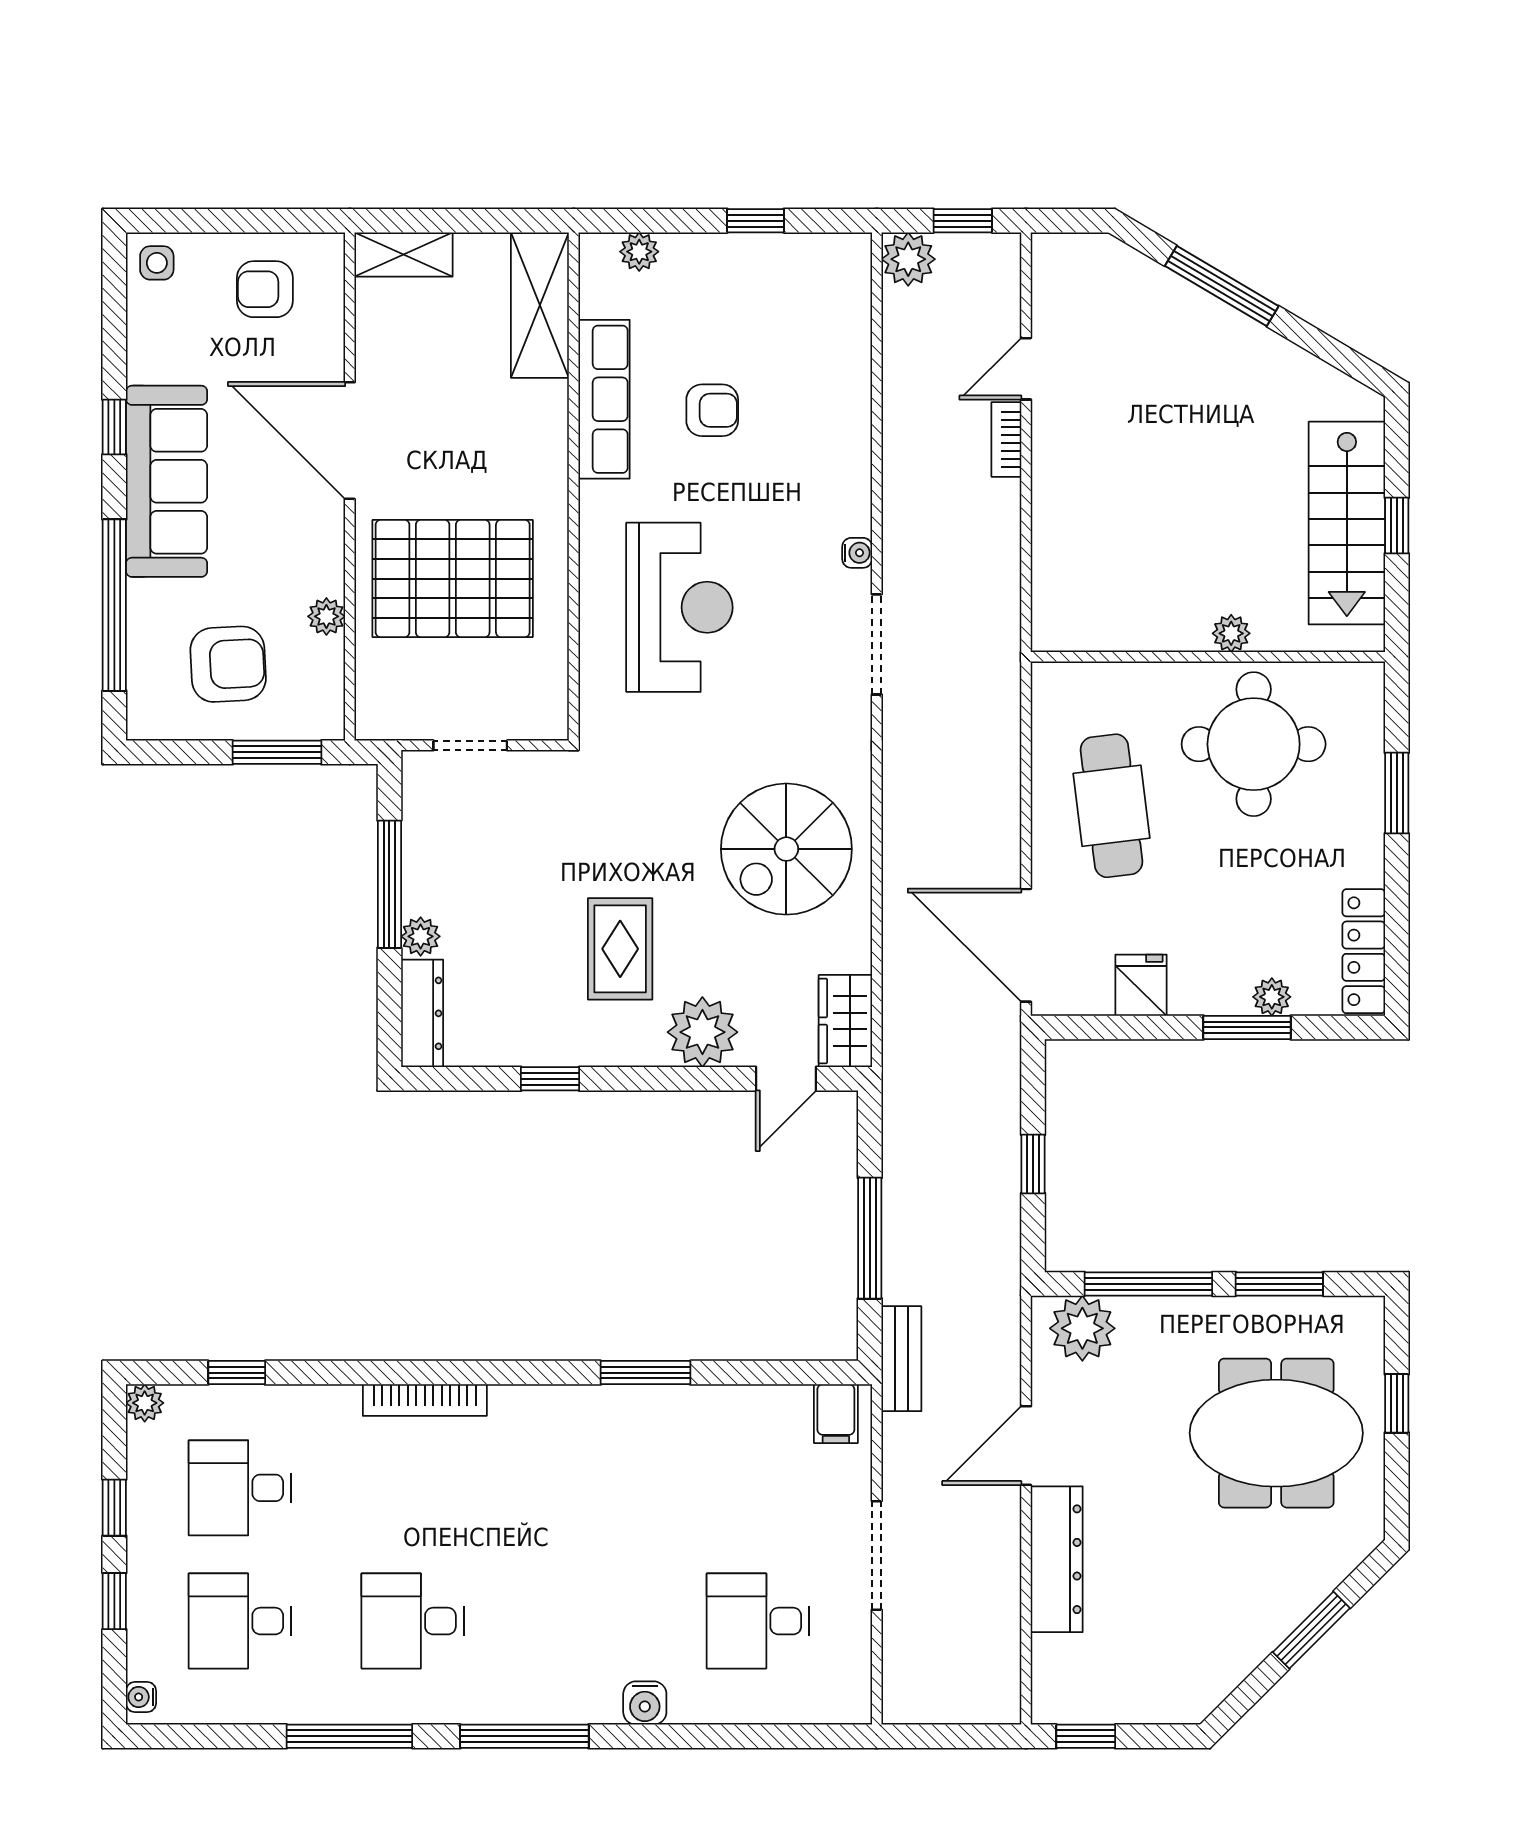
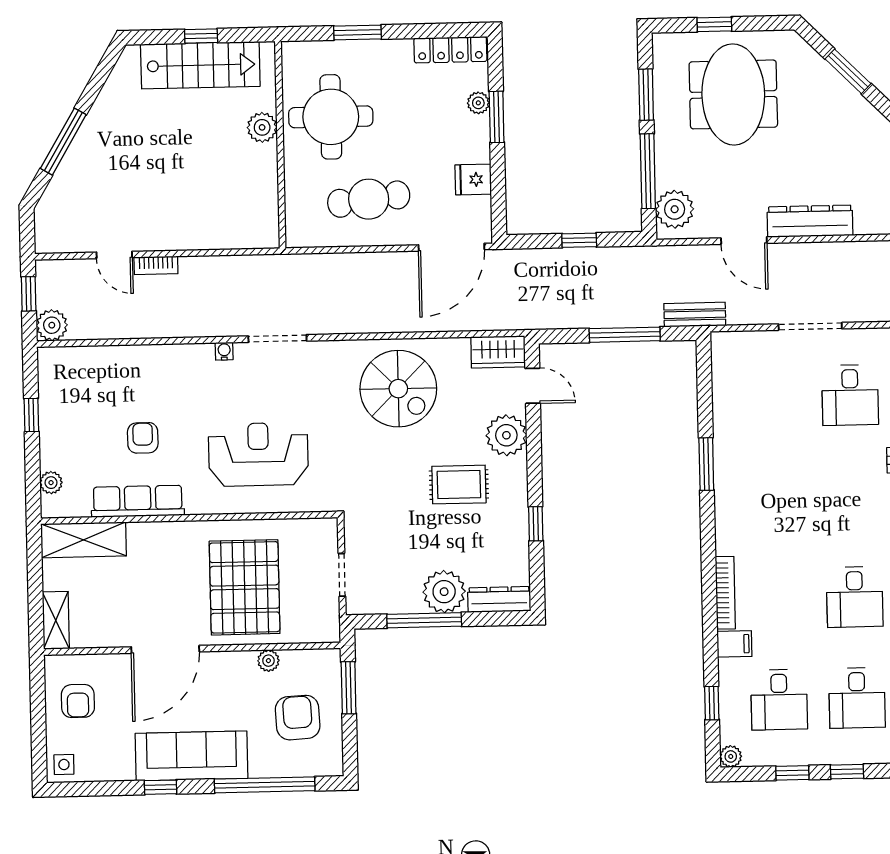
plant: (1231, 633) -> (262, 127), width x1.38, depth x1.38
plant: (421, 936) -> (444, 592), width x1.87, depth x1.87
filing cabinet: (836, 1414) -> (734, 644), moved

